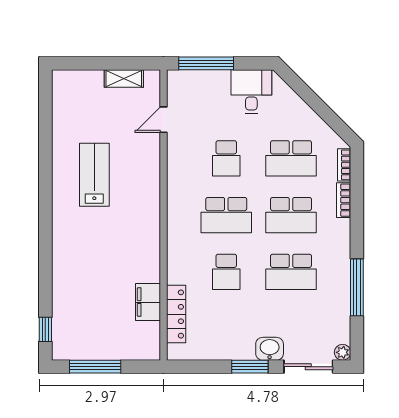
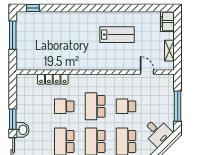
window: (206, 63) -> (178, 106), moved
desk: (251, 92) -> (157, 132), moved, turned 45
filing cabinet: (148, 302) -> (167, 22), moved, turned -90
locker: (176, 314) -> (53, 79), moved

